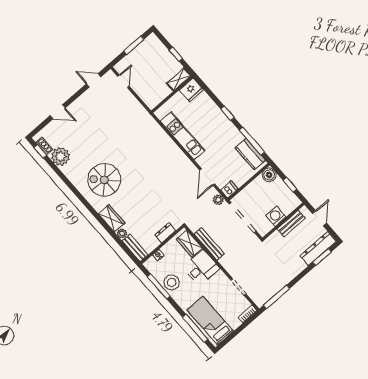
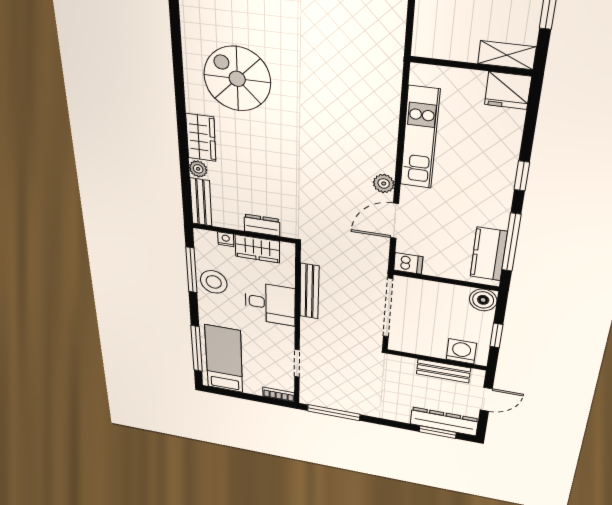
plant: (218, 200) -> (384, 183), moved
washing machine: (276, 216) -> (461, 351), moved
wardrobe: (189, 244) -> (257, 249), moved, turned -90

